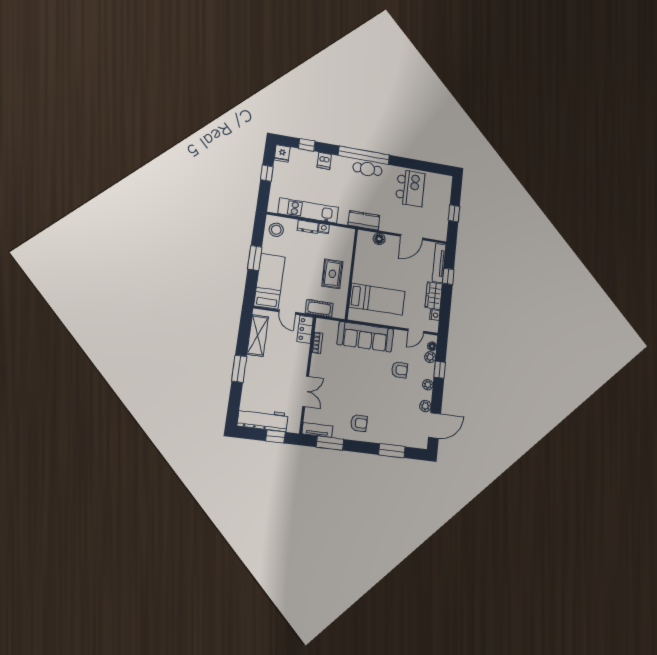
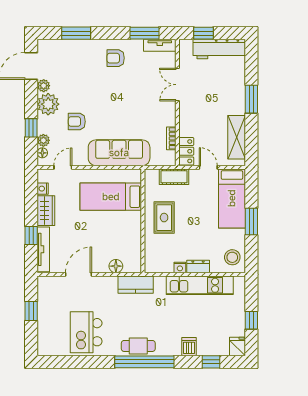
plant: (428, 385) -> (48, 104), width x1.88, depth x1.88

